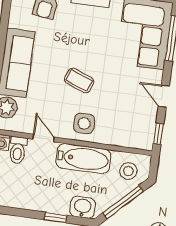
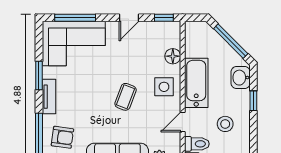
floor lamp: (116, 138) -> (173, 56), added
stool: (128, 171) -> (225, 124), moved

